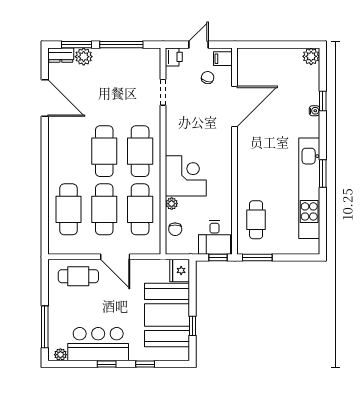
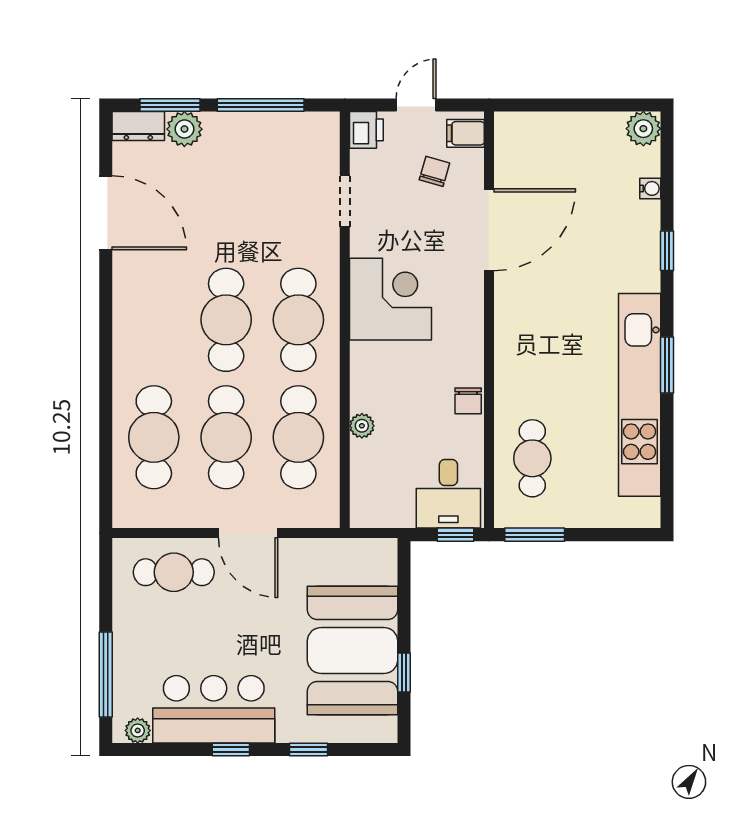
window: (323, 101) -> (667, 251), moved
water cooler: (314, 111) -> (650, 188), moved
corner desk: (186, 176) -> (390, 299), moved
chair: (175, 229) -> (468, 401), moved
fridge: (180, 270) -> (378, 561), removed

